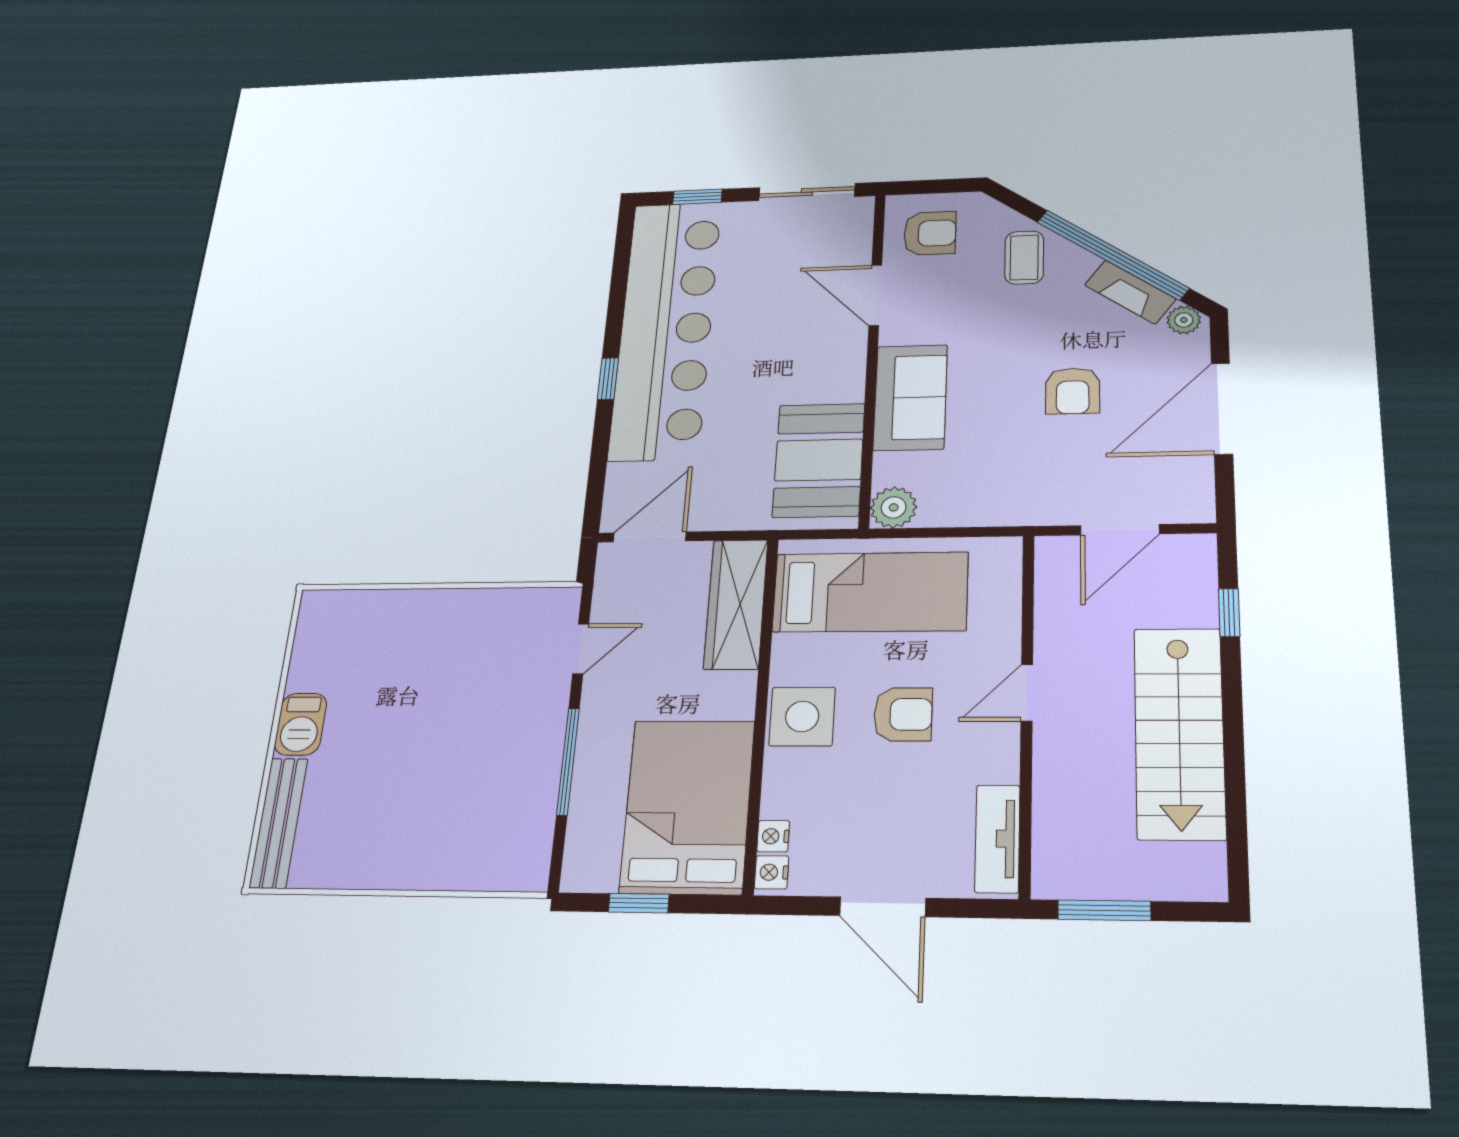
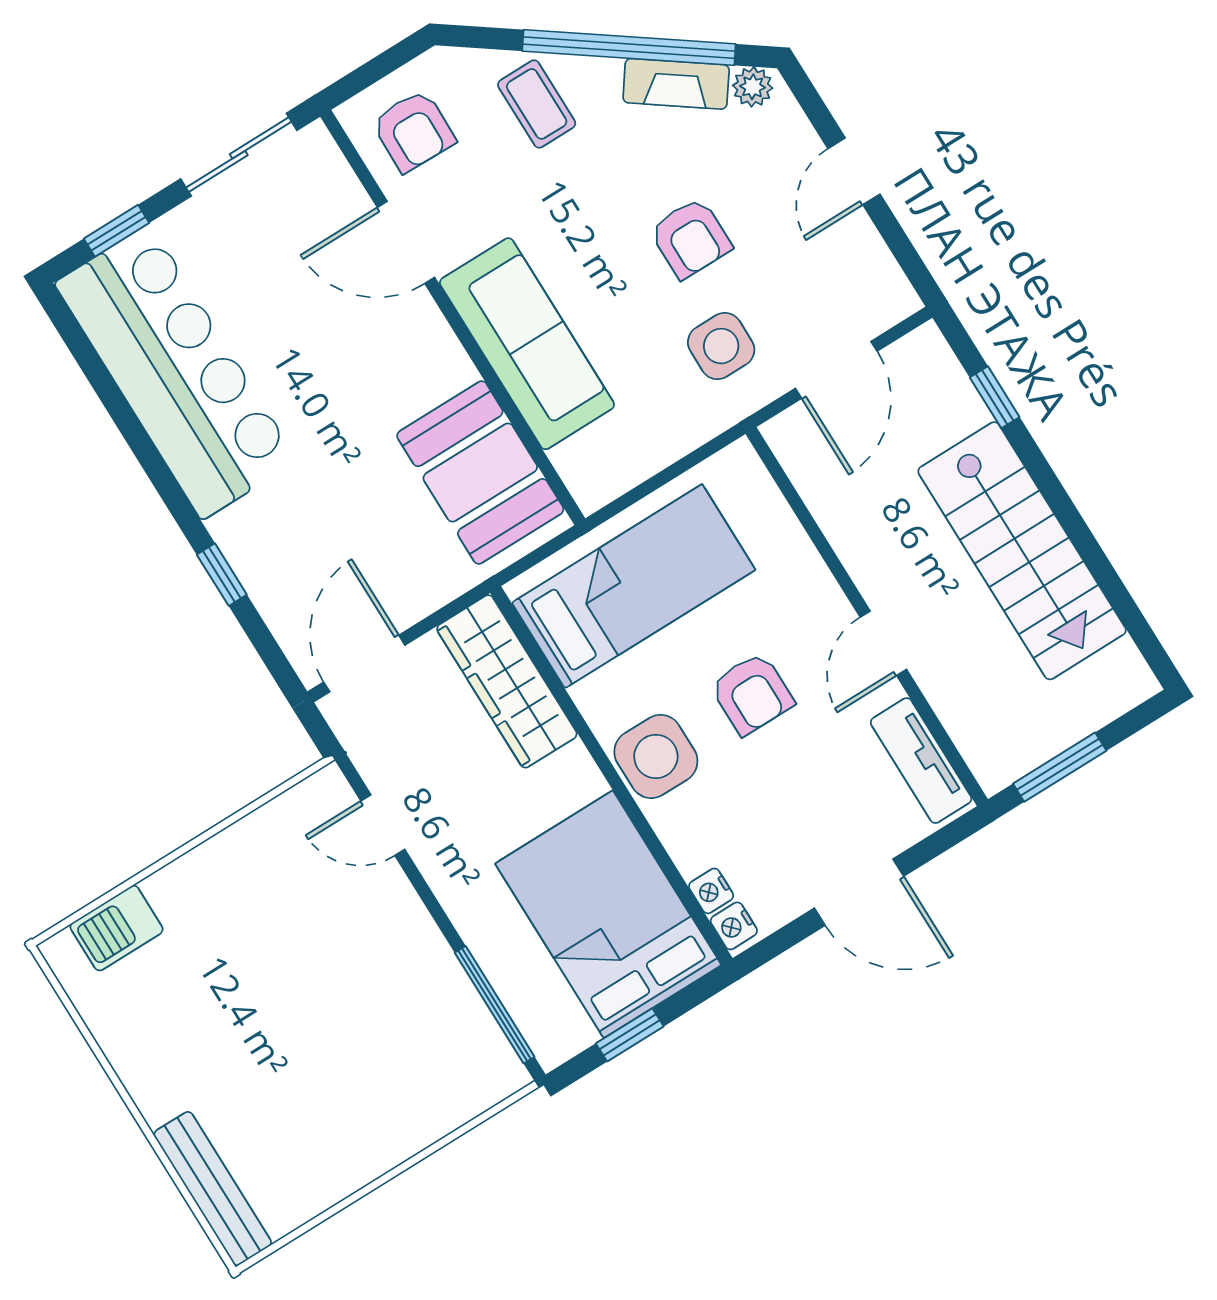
armchair: (930, 233) -> (414, 131), turned 91
bar counter: (666, 329) -> (176, 372), width x0.73
window: (608, 379) -> (222, 575), moved
sofa: (910, 397) -> (527, 344), width x1.36
door: (1222, 408) -> (854, 171), width x0.53
side table: (1046, 470) -> (721, 346), added
plant: (894, 507) -> (594, 480), removed
door: (581, 649) -> (383, 825), swing flipped
door: (1027, 693) -> (883, 643), moved
armchair: (903, 714) -> (752, 694), turned 90
barbecue: (301, 724) -> (117, 928), moved, turned 90
window: (568, 761) -> (495, 1005), moved

